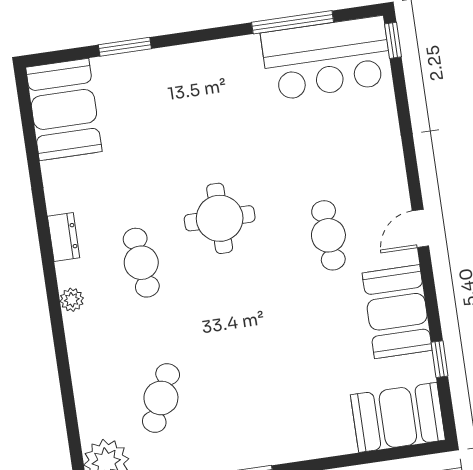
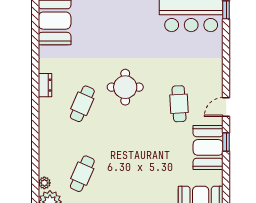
cafe table: (141, 263) -> (82, 104), turned 30
plant: (72, 300) -> (44, 183), moved
window: (439, 359) -> (226, 142), moved

